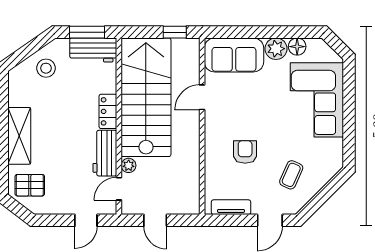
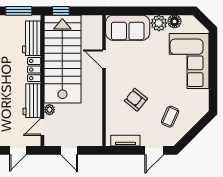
window: (175, 32) -> (61, 11), moved
workbench: (93, 50) -> (32, 38), moved, turned 90
door: (202, 97) -> (104, 59), hinge flipped
armchair: (245, 152) -> (136, 100), turned -51

